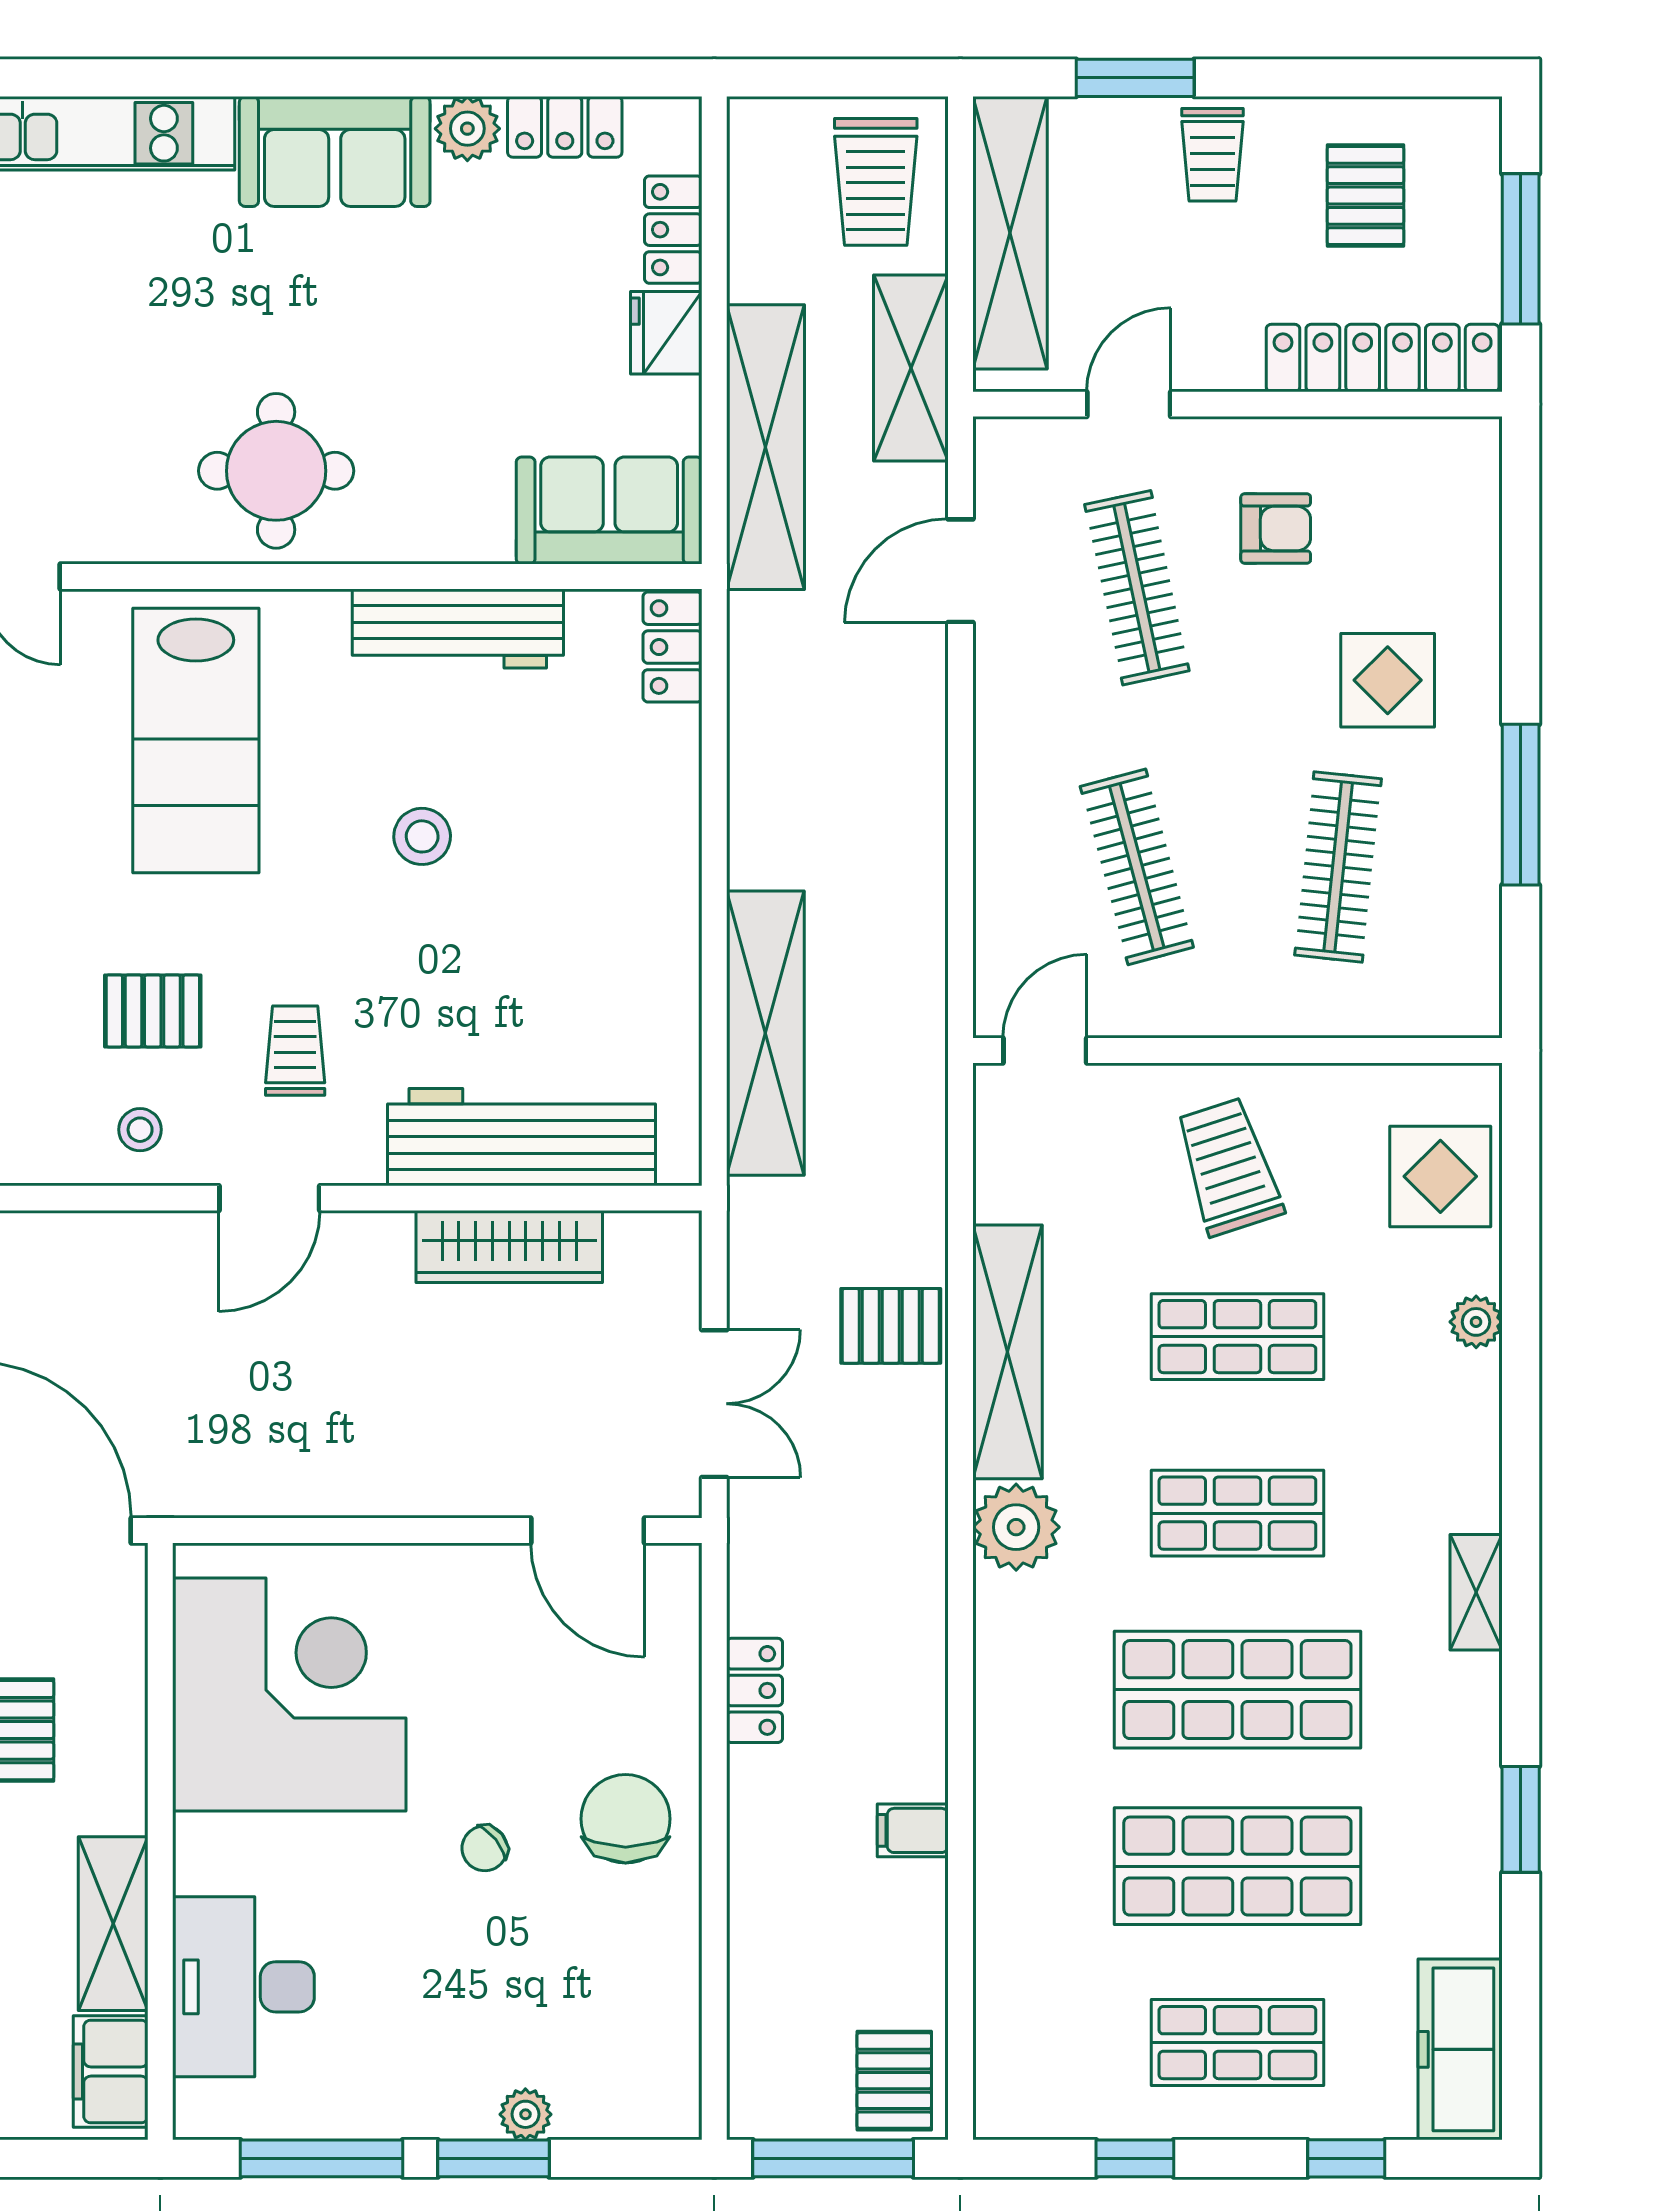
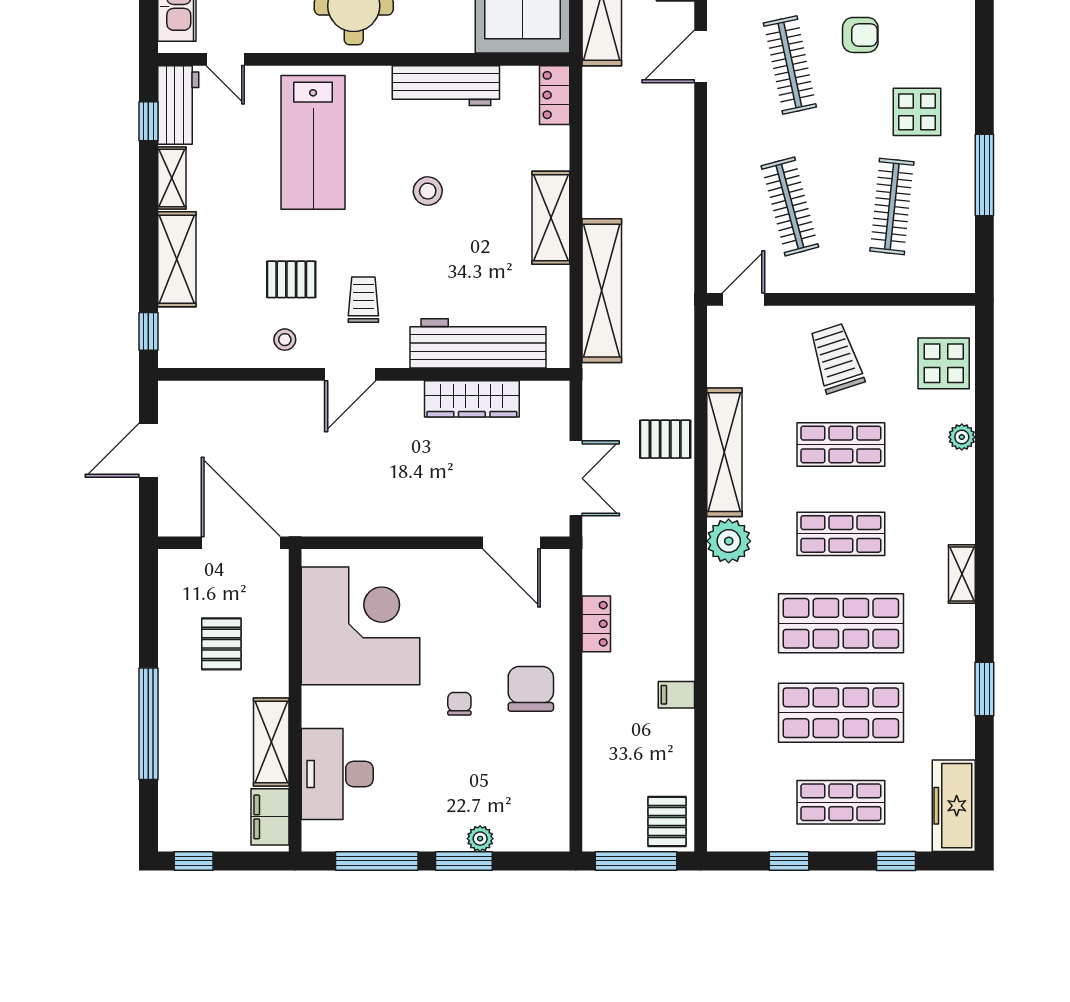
shelving: (665, 889) -> (551, 218), added
chair: (485, 1848) -> (459, 704), turned 129

